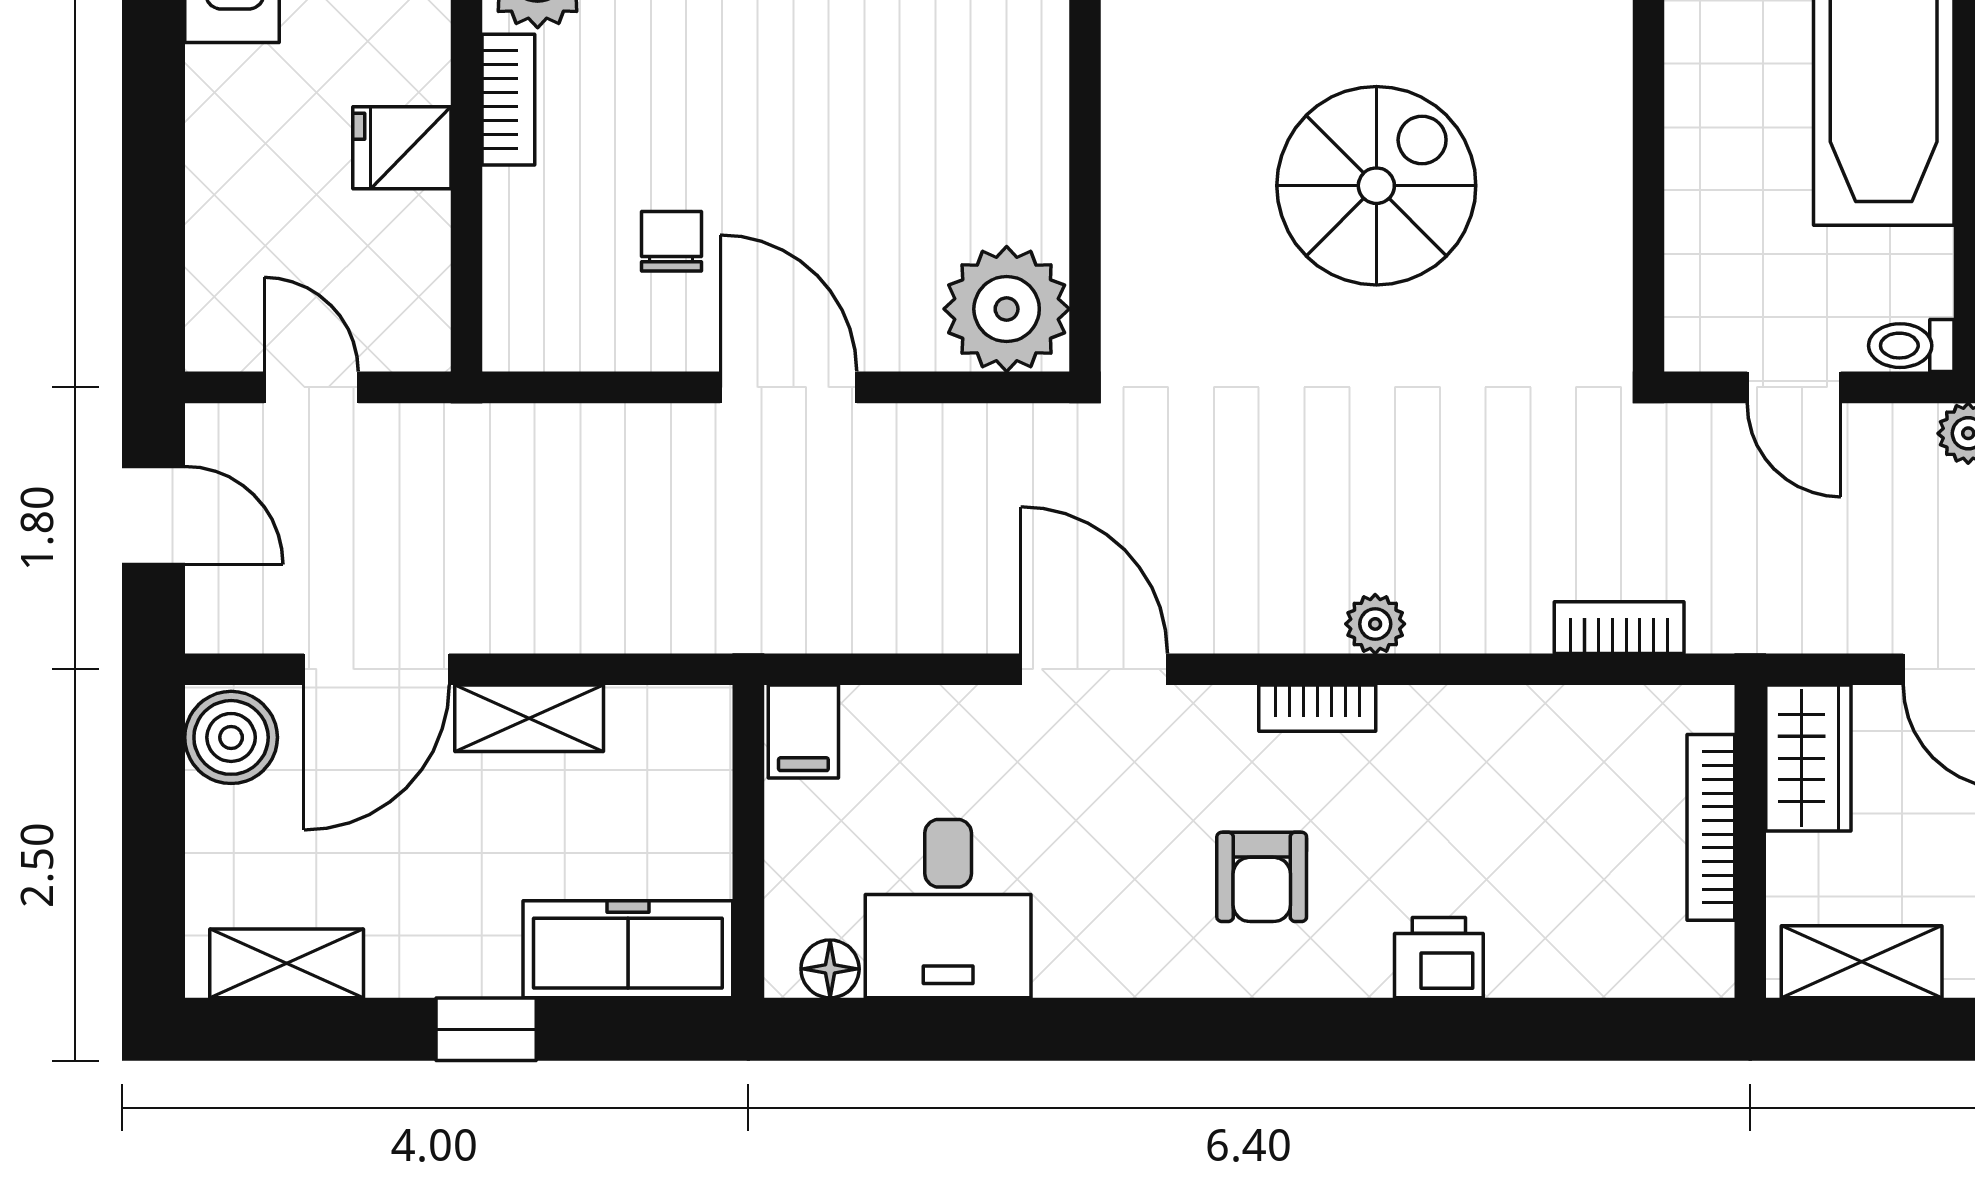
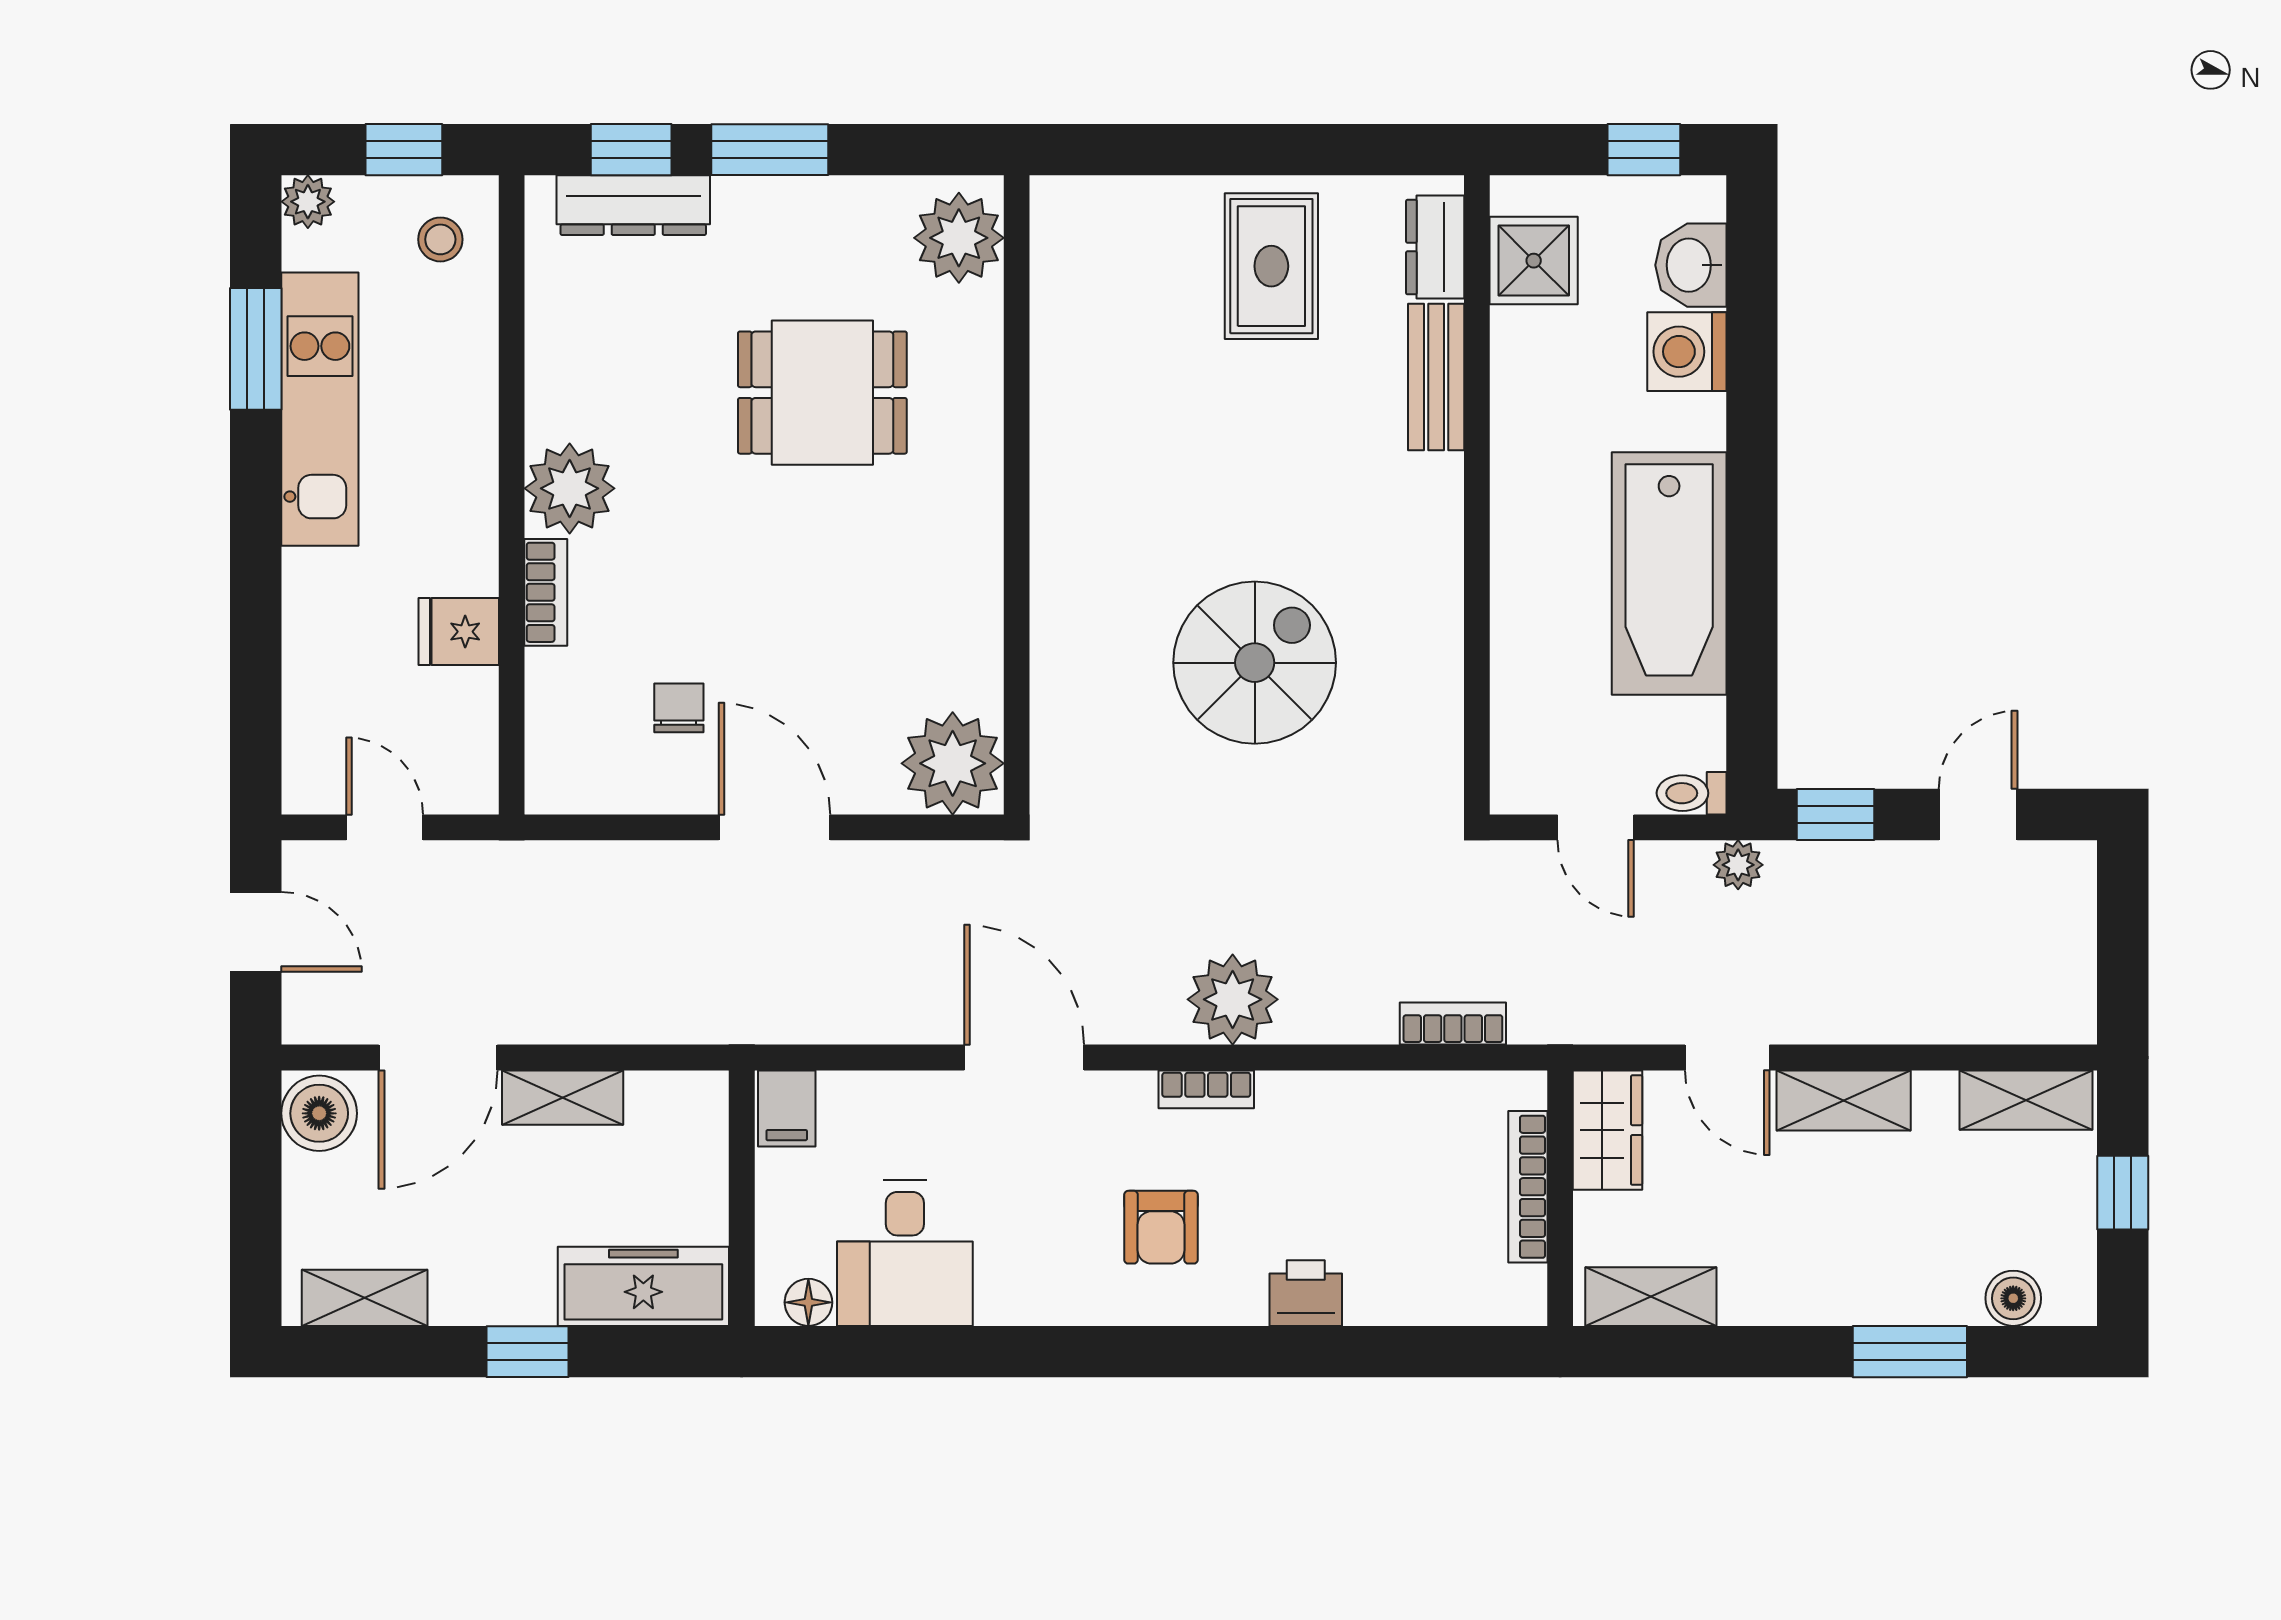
plant: (1375, 624) -> (1233, 999), width x1.88, depth x1.88

